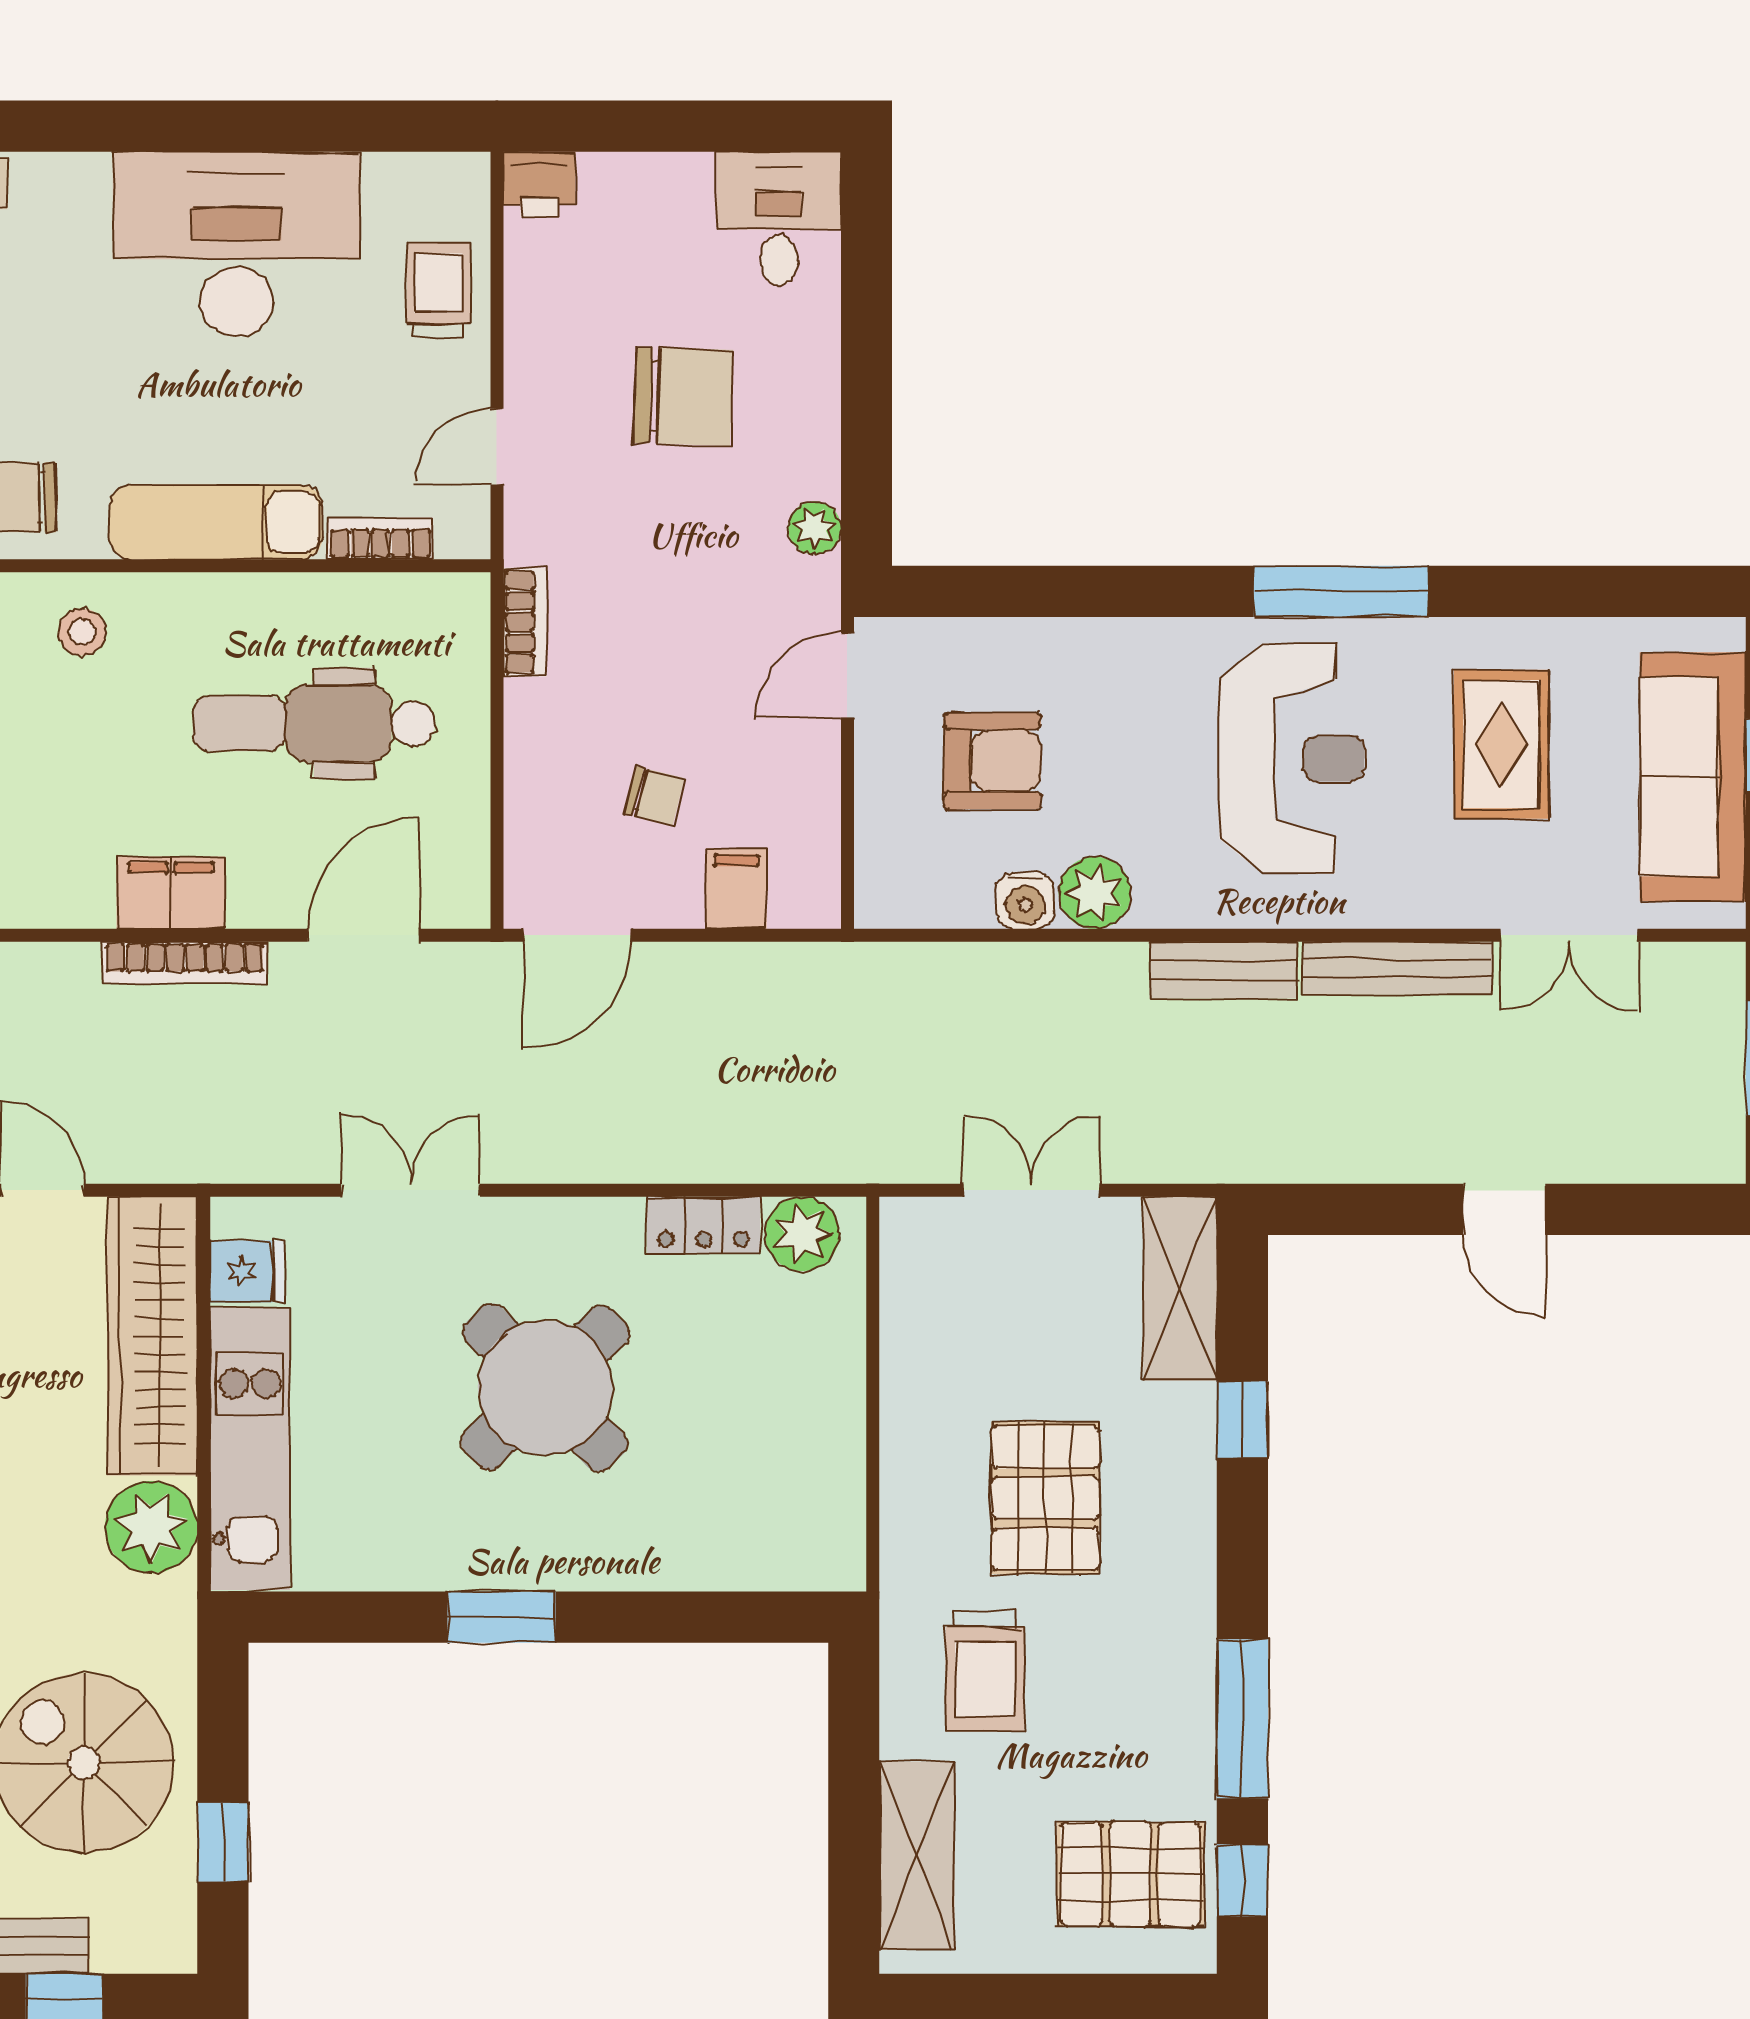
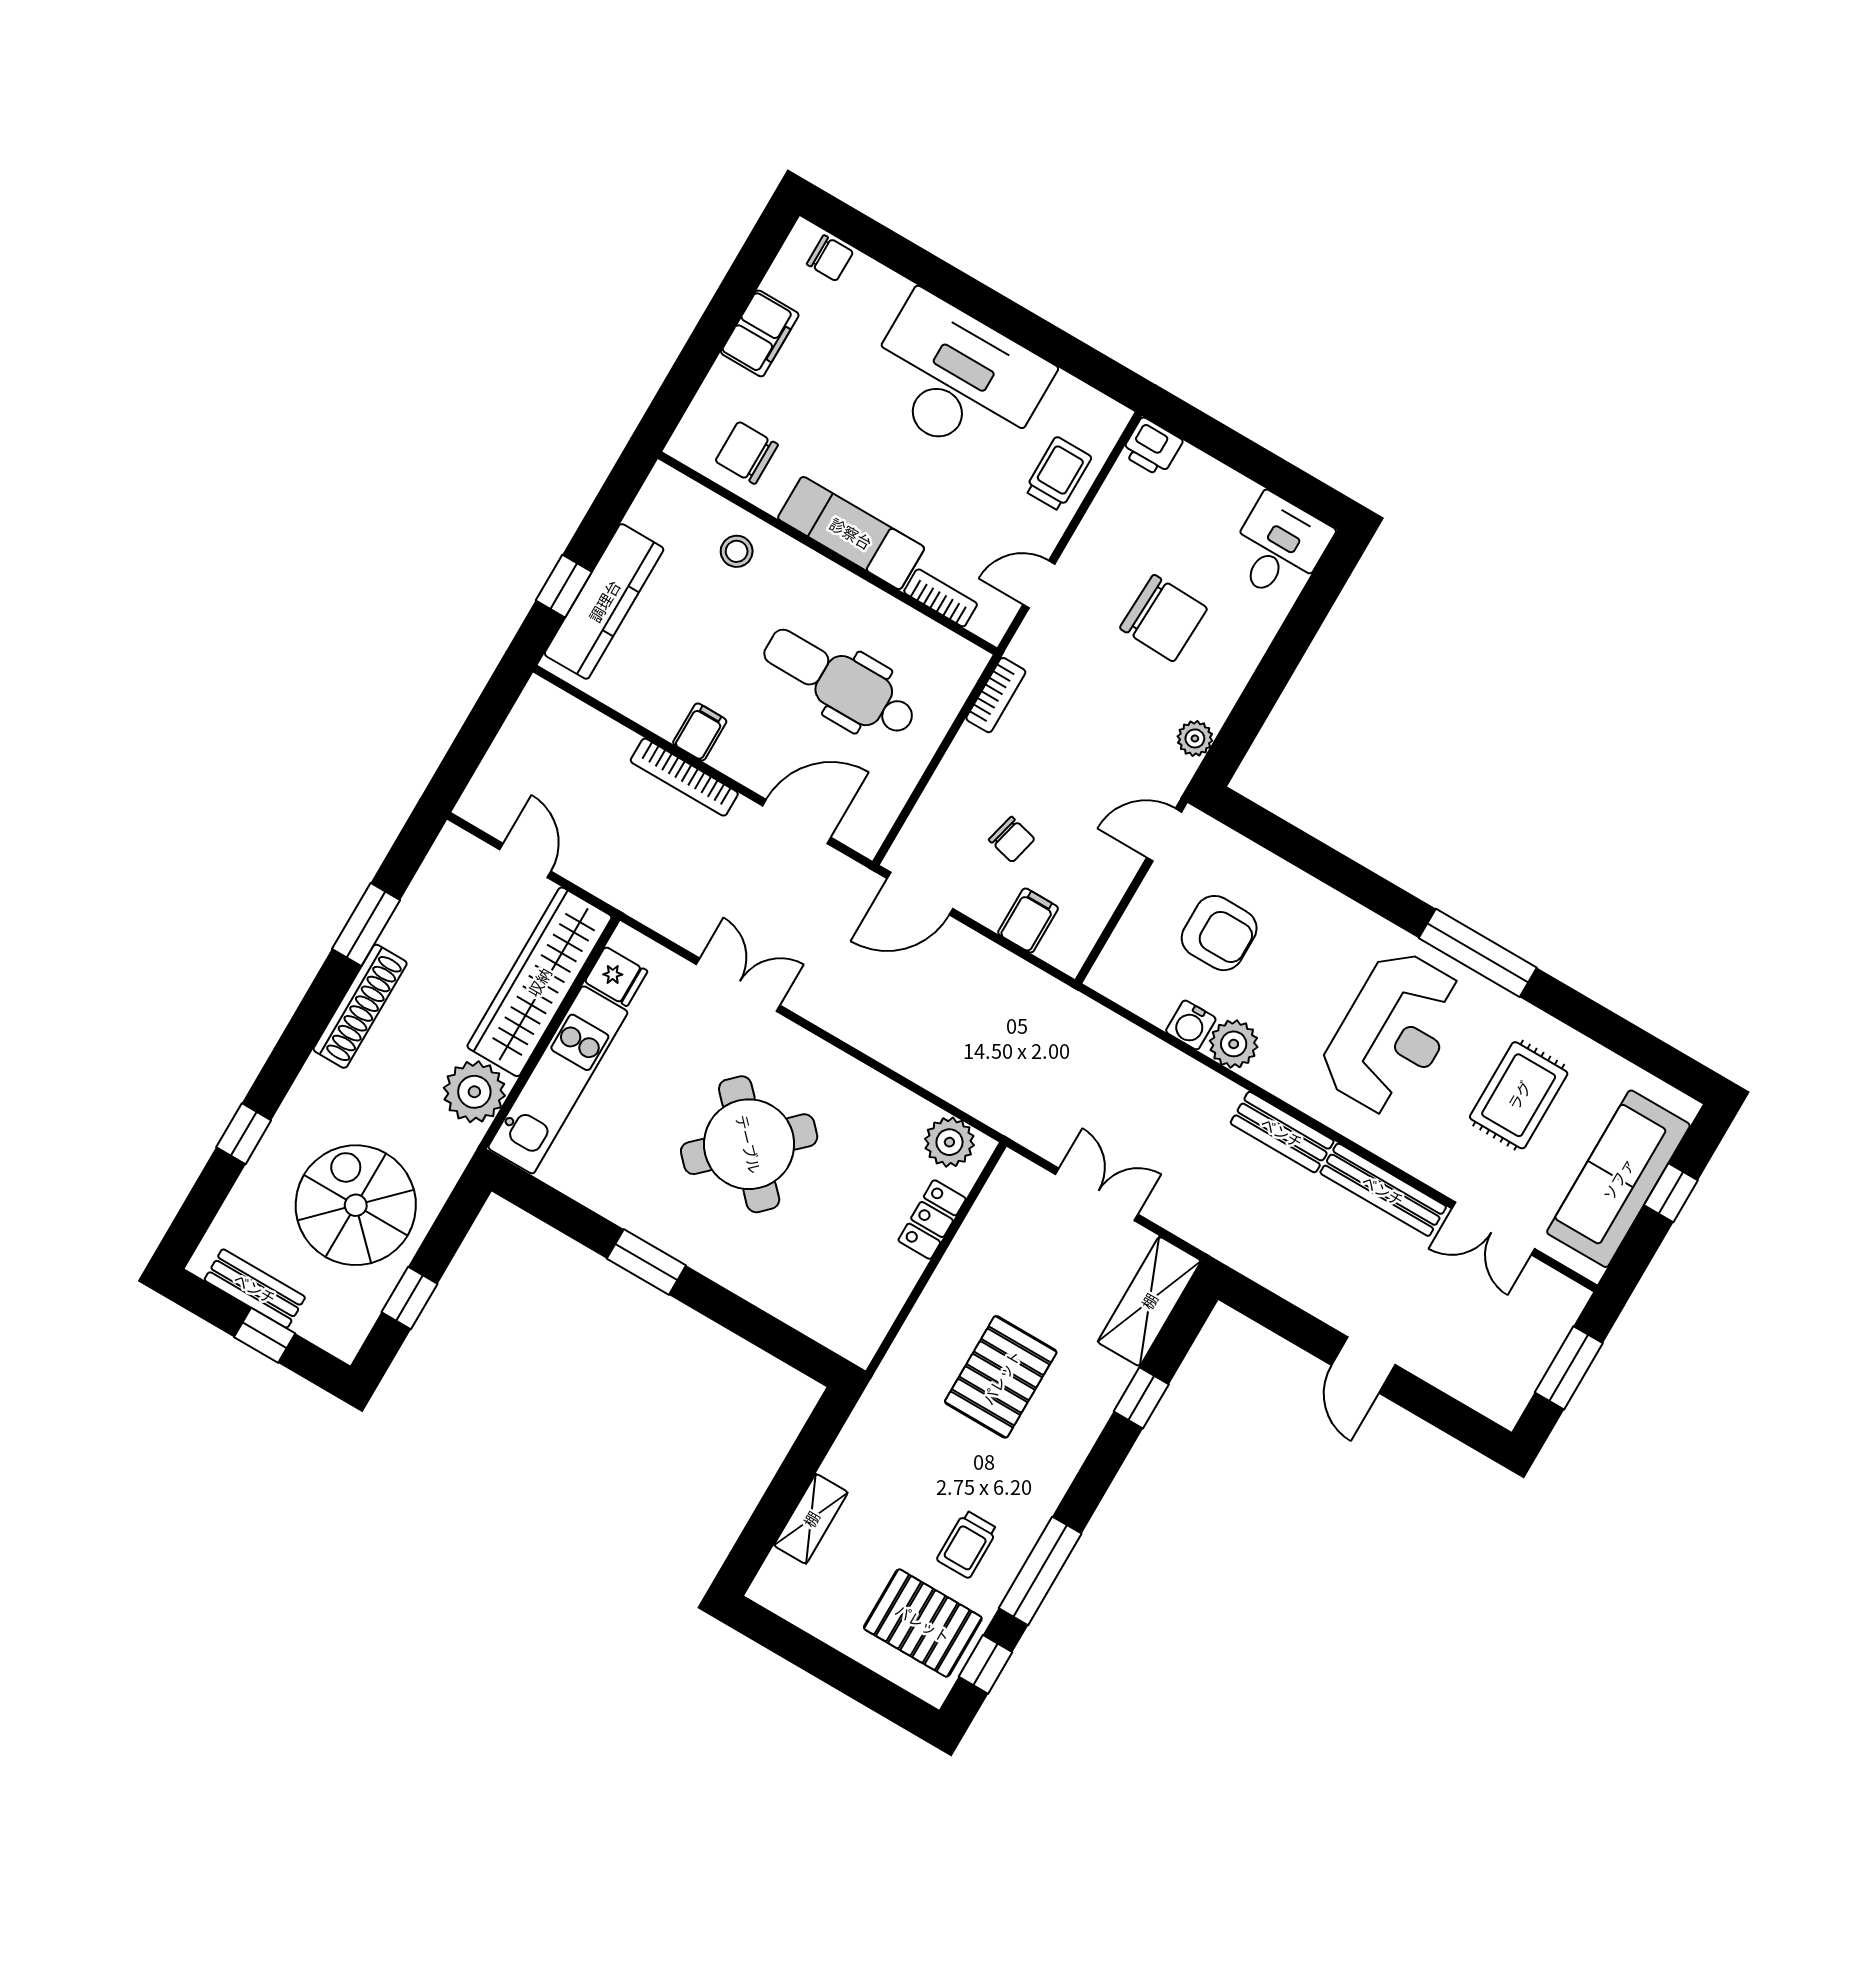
filing cabinet: (171, 893) -> (700, 732), width x0.50
locker: (703, 1225) -> (932, 1220), moved, turned 90
trolley: (985, 1671) -> (967, 1544), moved, width x0.73, depth x0.72
shelving: (917, 1856) -> (811, 1519), width x0.67, depth x0.75

